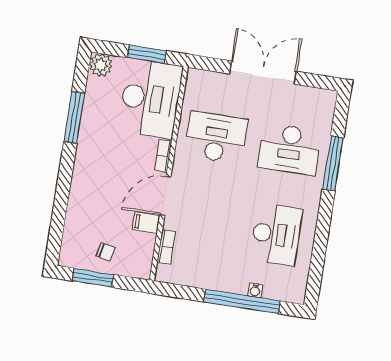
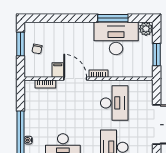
desk: (150, 99) -> (116, 38), moved, turned 180

